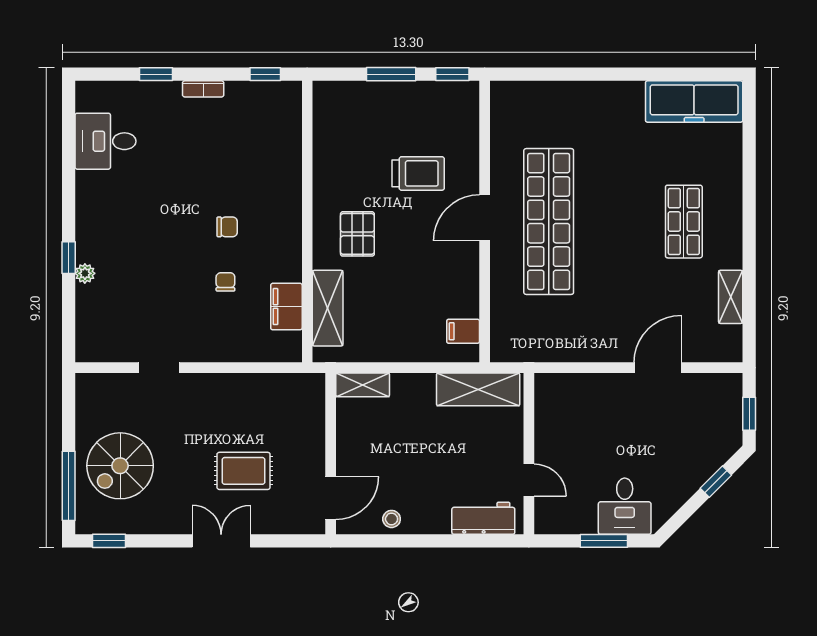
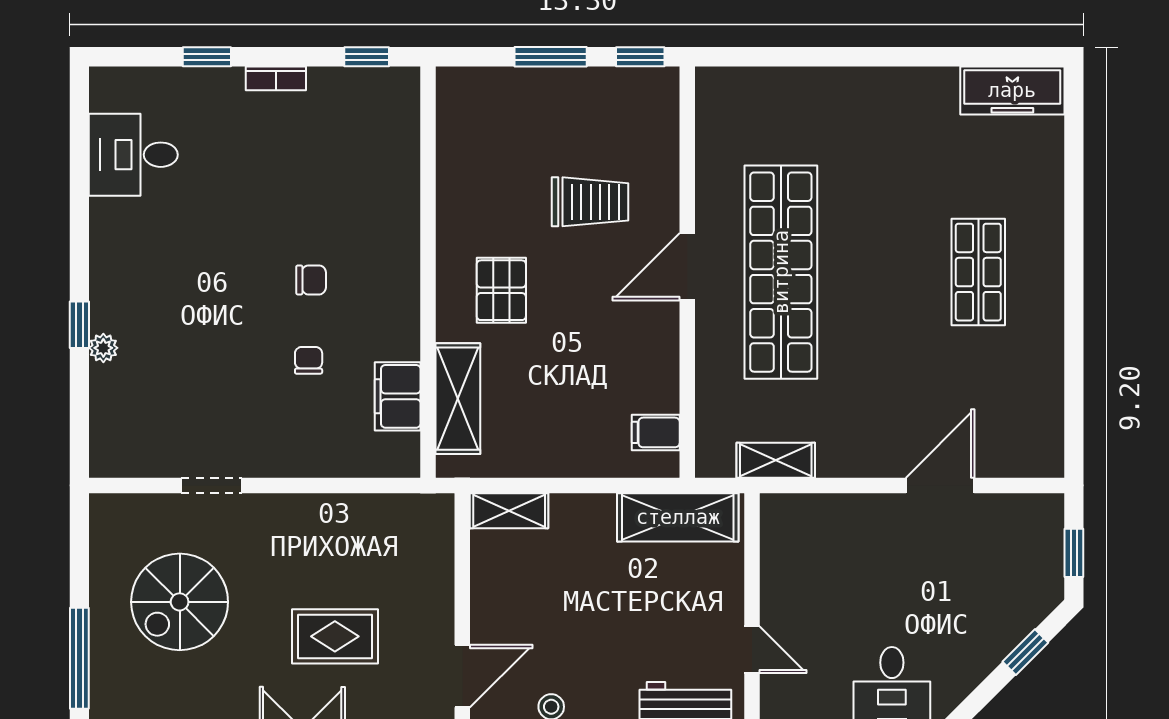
freezer: (694, 102) -> (1012, 90), width x0.73, depth x0.79
shelving: (731, 297) -> (776, 460), moved, turned 90
spiral stairs: (120, 466) -> (180, 602), moved

